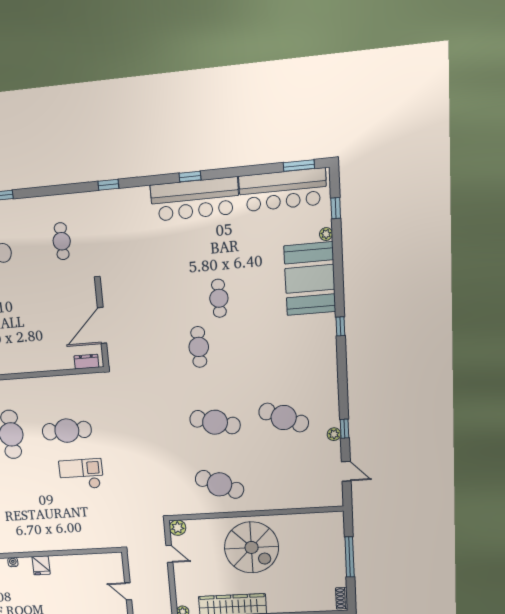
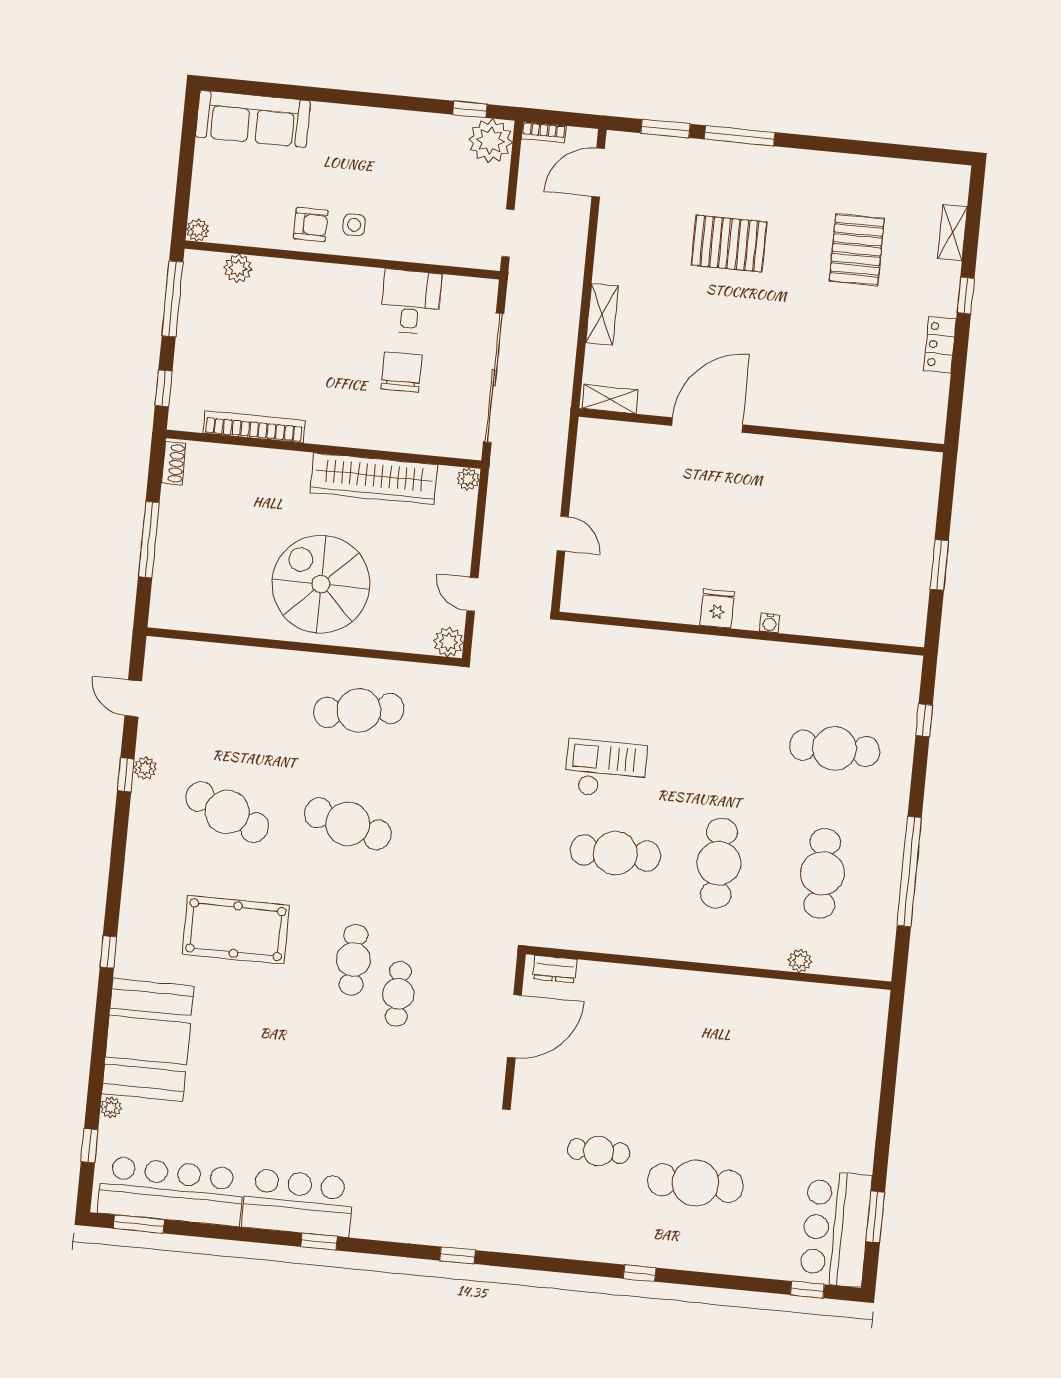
bar counter: (195, 199) -> (298, 1203), width x0.73
cafe table: (62, 241) -> (599, 1151), moved, turned 90
cafe table: (219, 298) -> (398, 994), moved
pool table: (268, 352) -> (236, 930), added
checkout: (81, 474) -> (605, 769), turned 180
cafe table: (220, 484) -> (359, 710), turned -33

